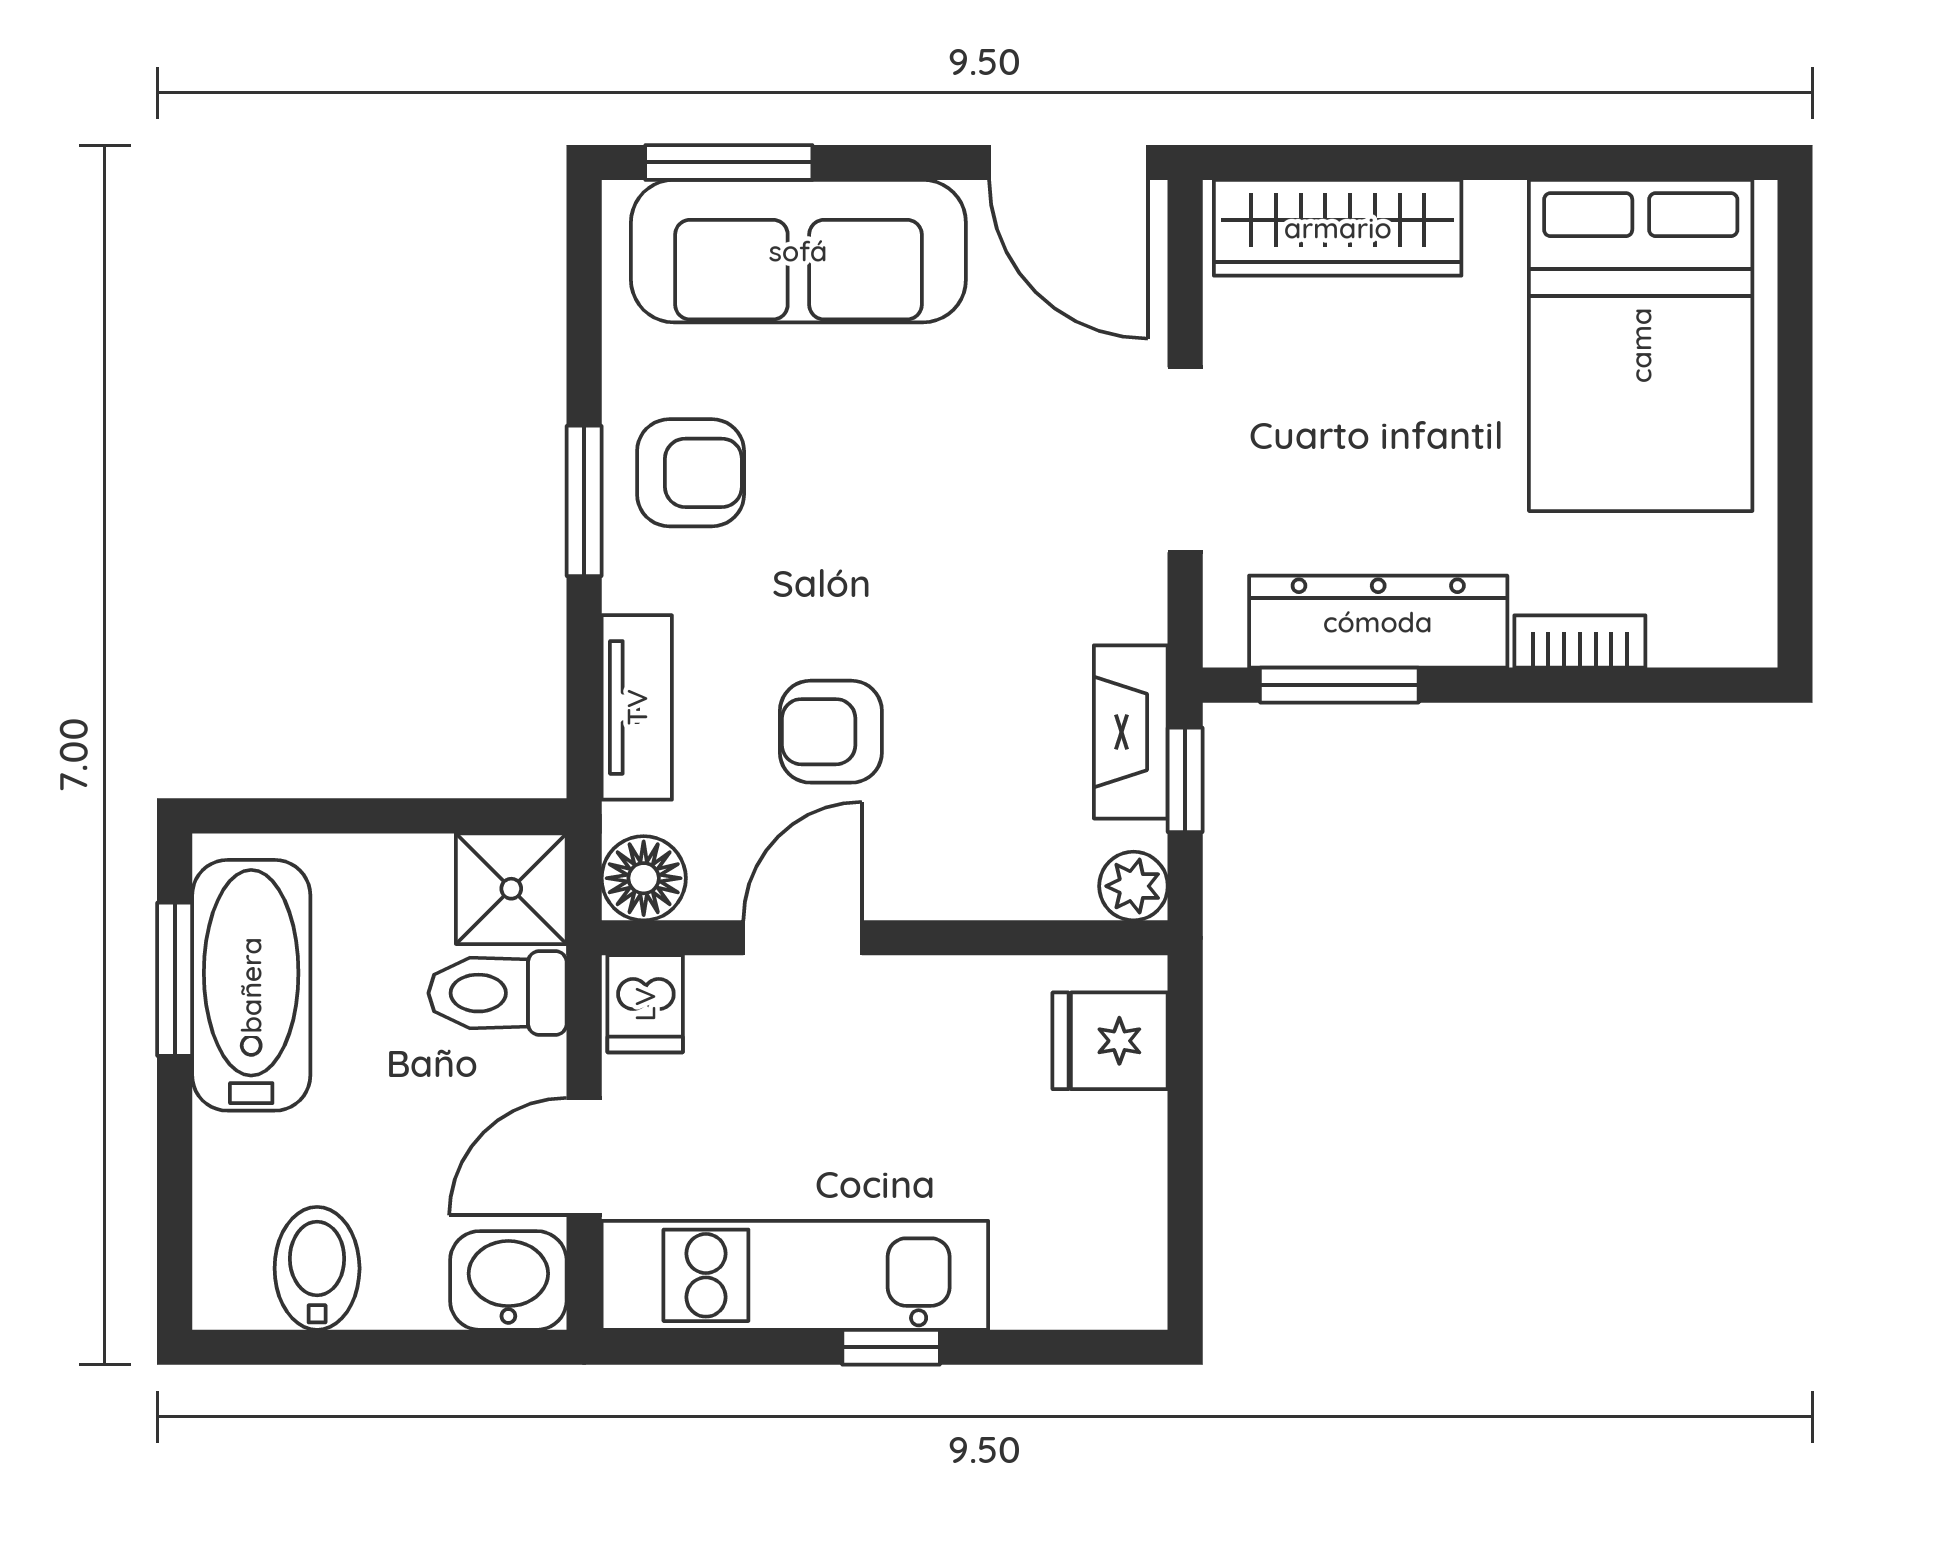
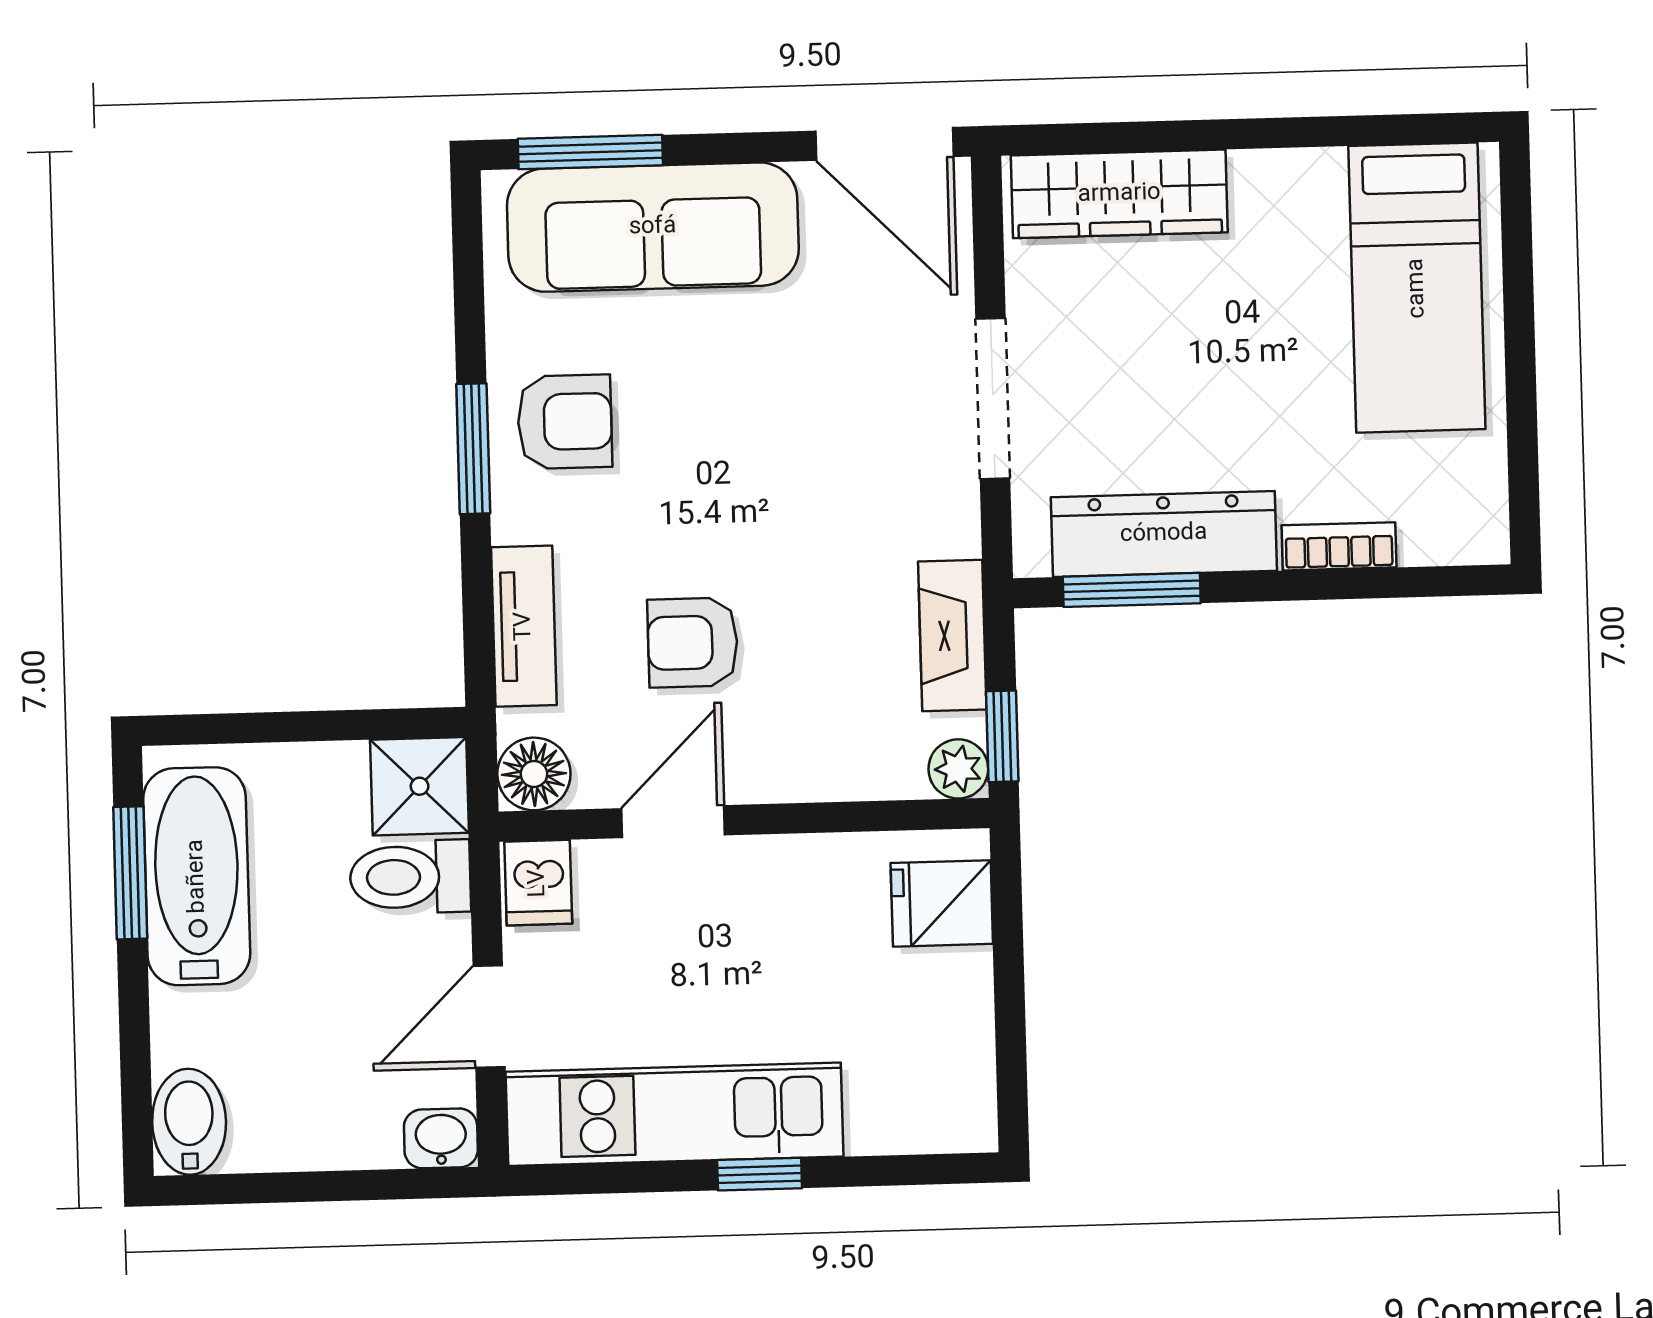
bed: (1641, 345) -> (1417, 288), width x0.67
window: (1185, 780) -> (1002, 736), moved
bidet: (317, 1268) -> (189, 1122), moved
washbasin: (508, 1280) -> (441, 1138), width x0.72, depth x0.69

